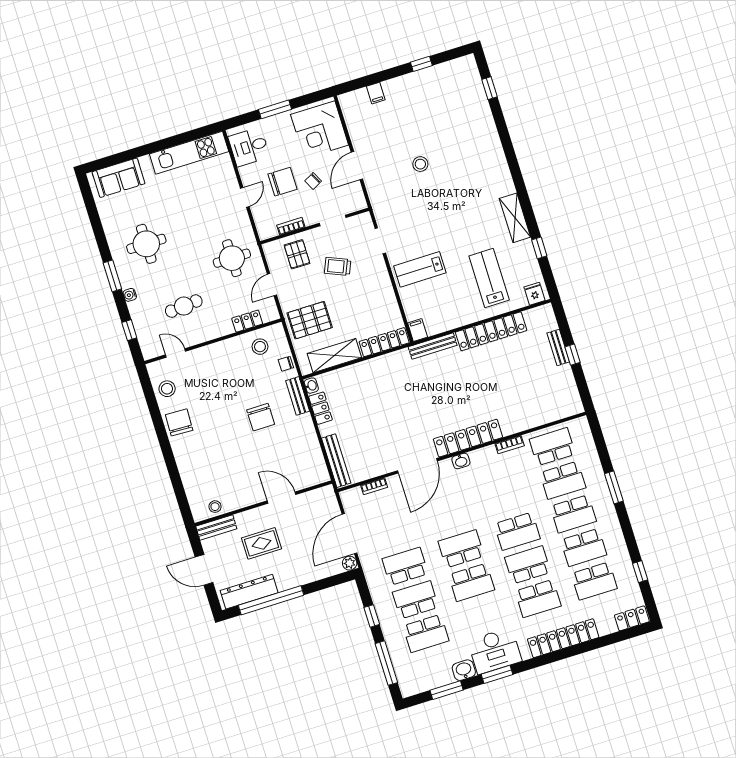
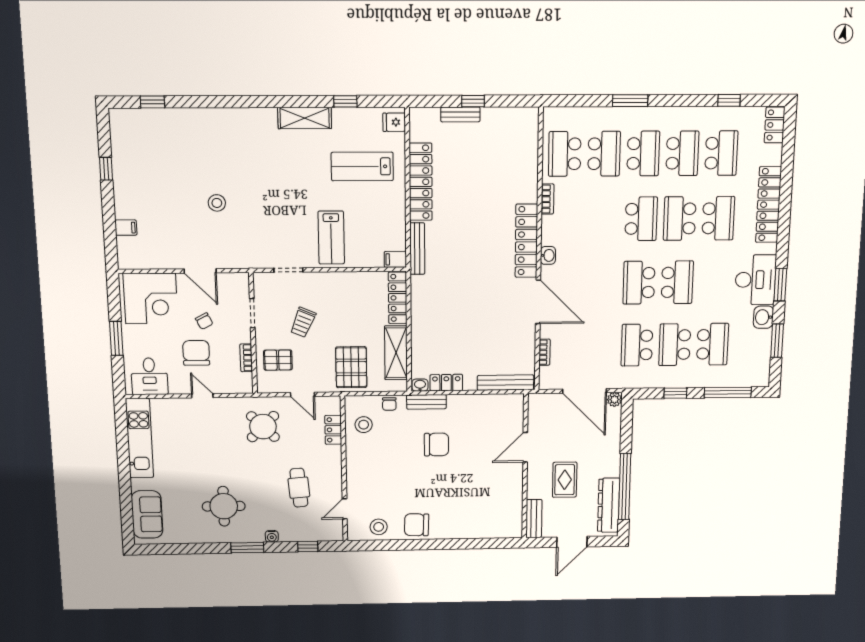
round table: (232, 258) -> (263, 427), turned 45
stool: (215, 507) -> (513, 514), removed

